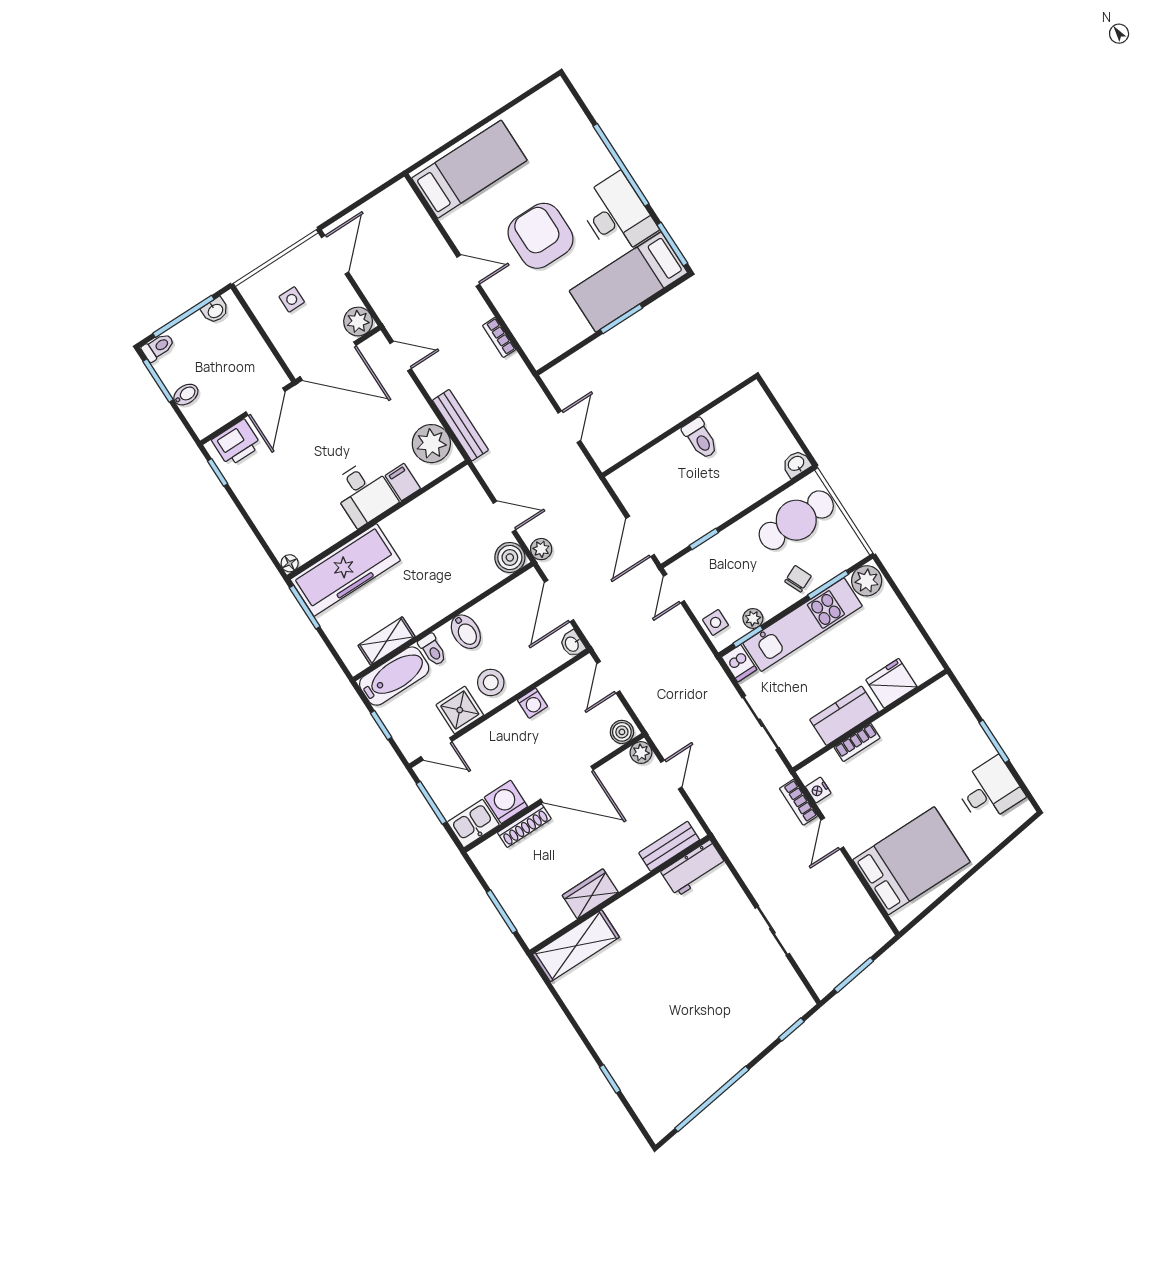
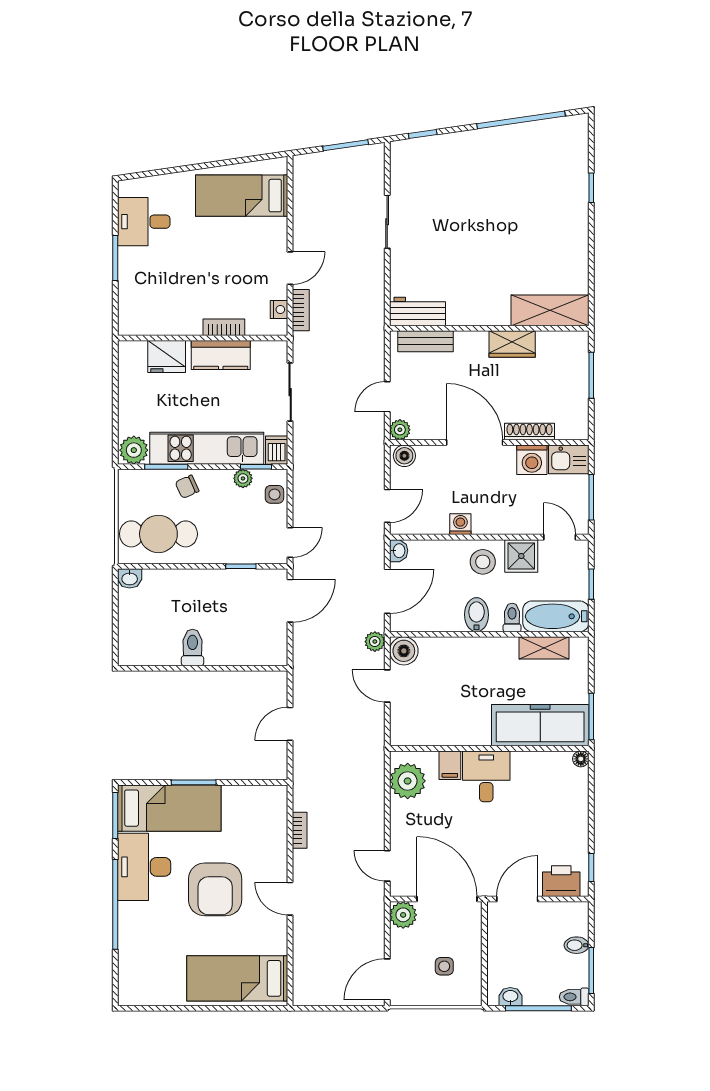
bench: (460, 425) -> (375, 781), removed
bed: (911, 861) -> (242, 196), width x0.67

